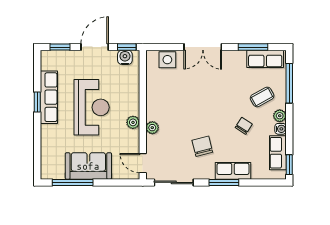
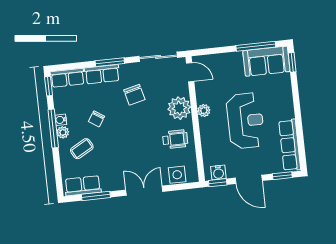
door: (95, 47) -> (249, 179), hinge flipped
window: (289, 83) -> (53, 128), moved
wheelchair: (165, 96) -> (175, 139), added
row of seats: (49, 97) -> (290, 145), moved
window: (37, 102) -> (292, 62), moved
reception desk: (92, 107) -> (245, 121), turned 180
plant: (152, 128) -> (179, 108), width x1.87, depth x1.87
row of seats: (278, 153) -> (67, 78), moved, turned 90
sofa: (88, 166) -> (266, 61), moved

